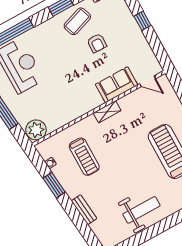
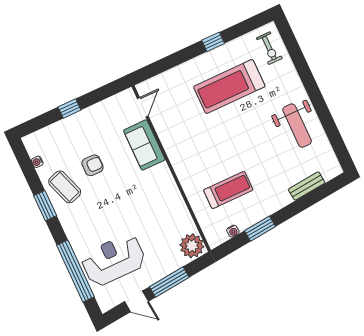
shelving: (107, 112) -> (176, 159), removed
bench: (84, 210) -> (307, 186), moved
weight bench: (141, 210) -> (297, 126), turned 180

